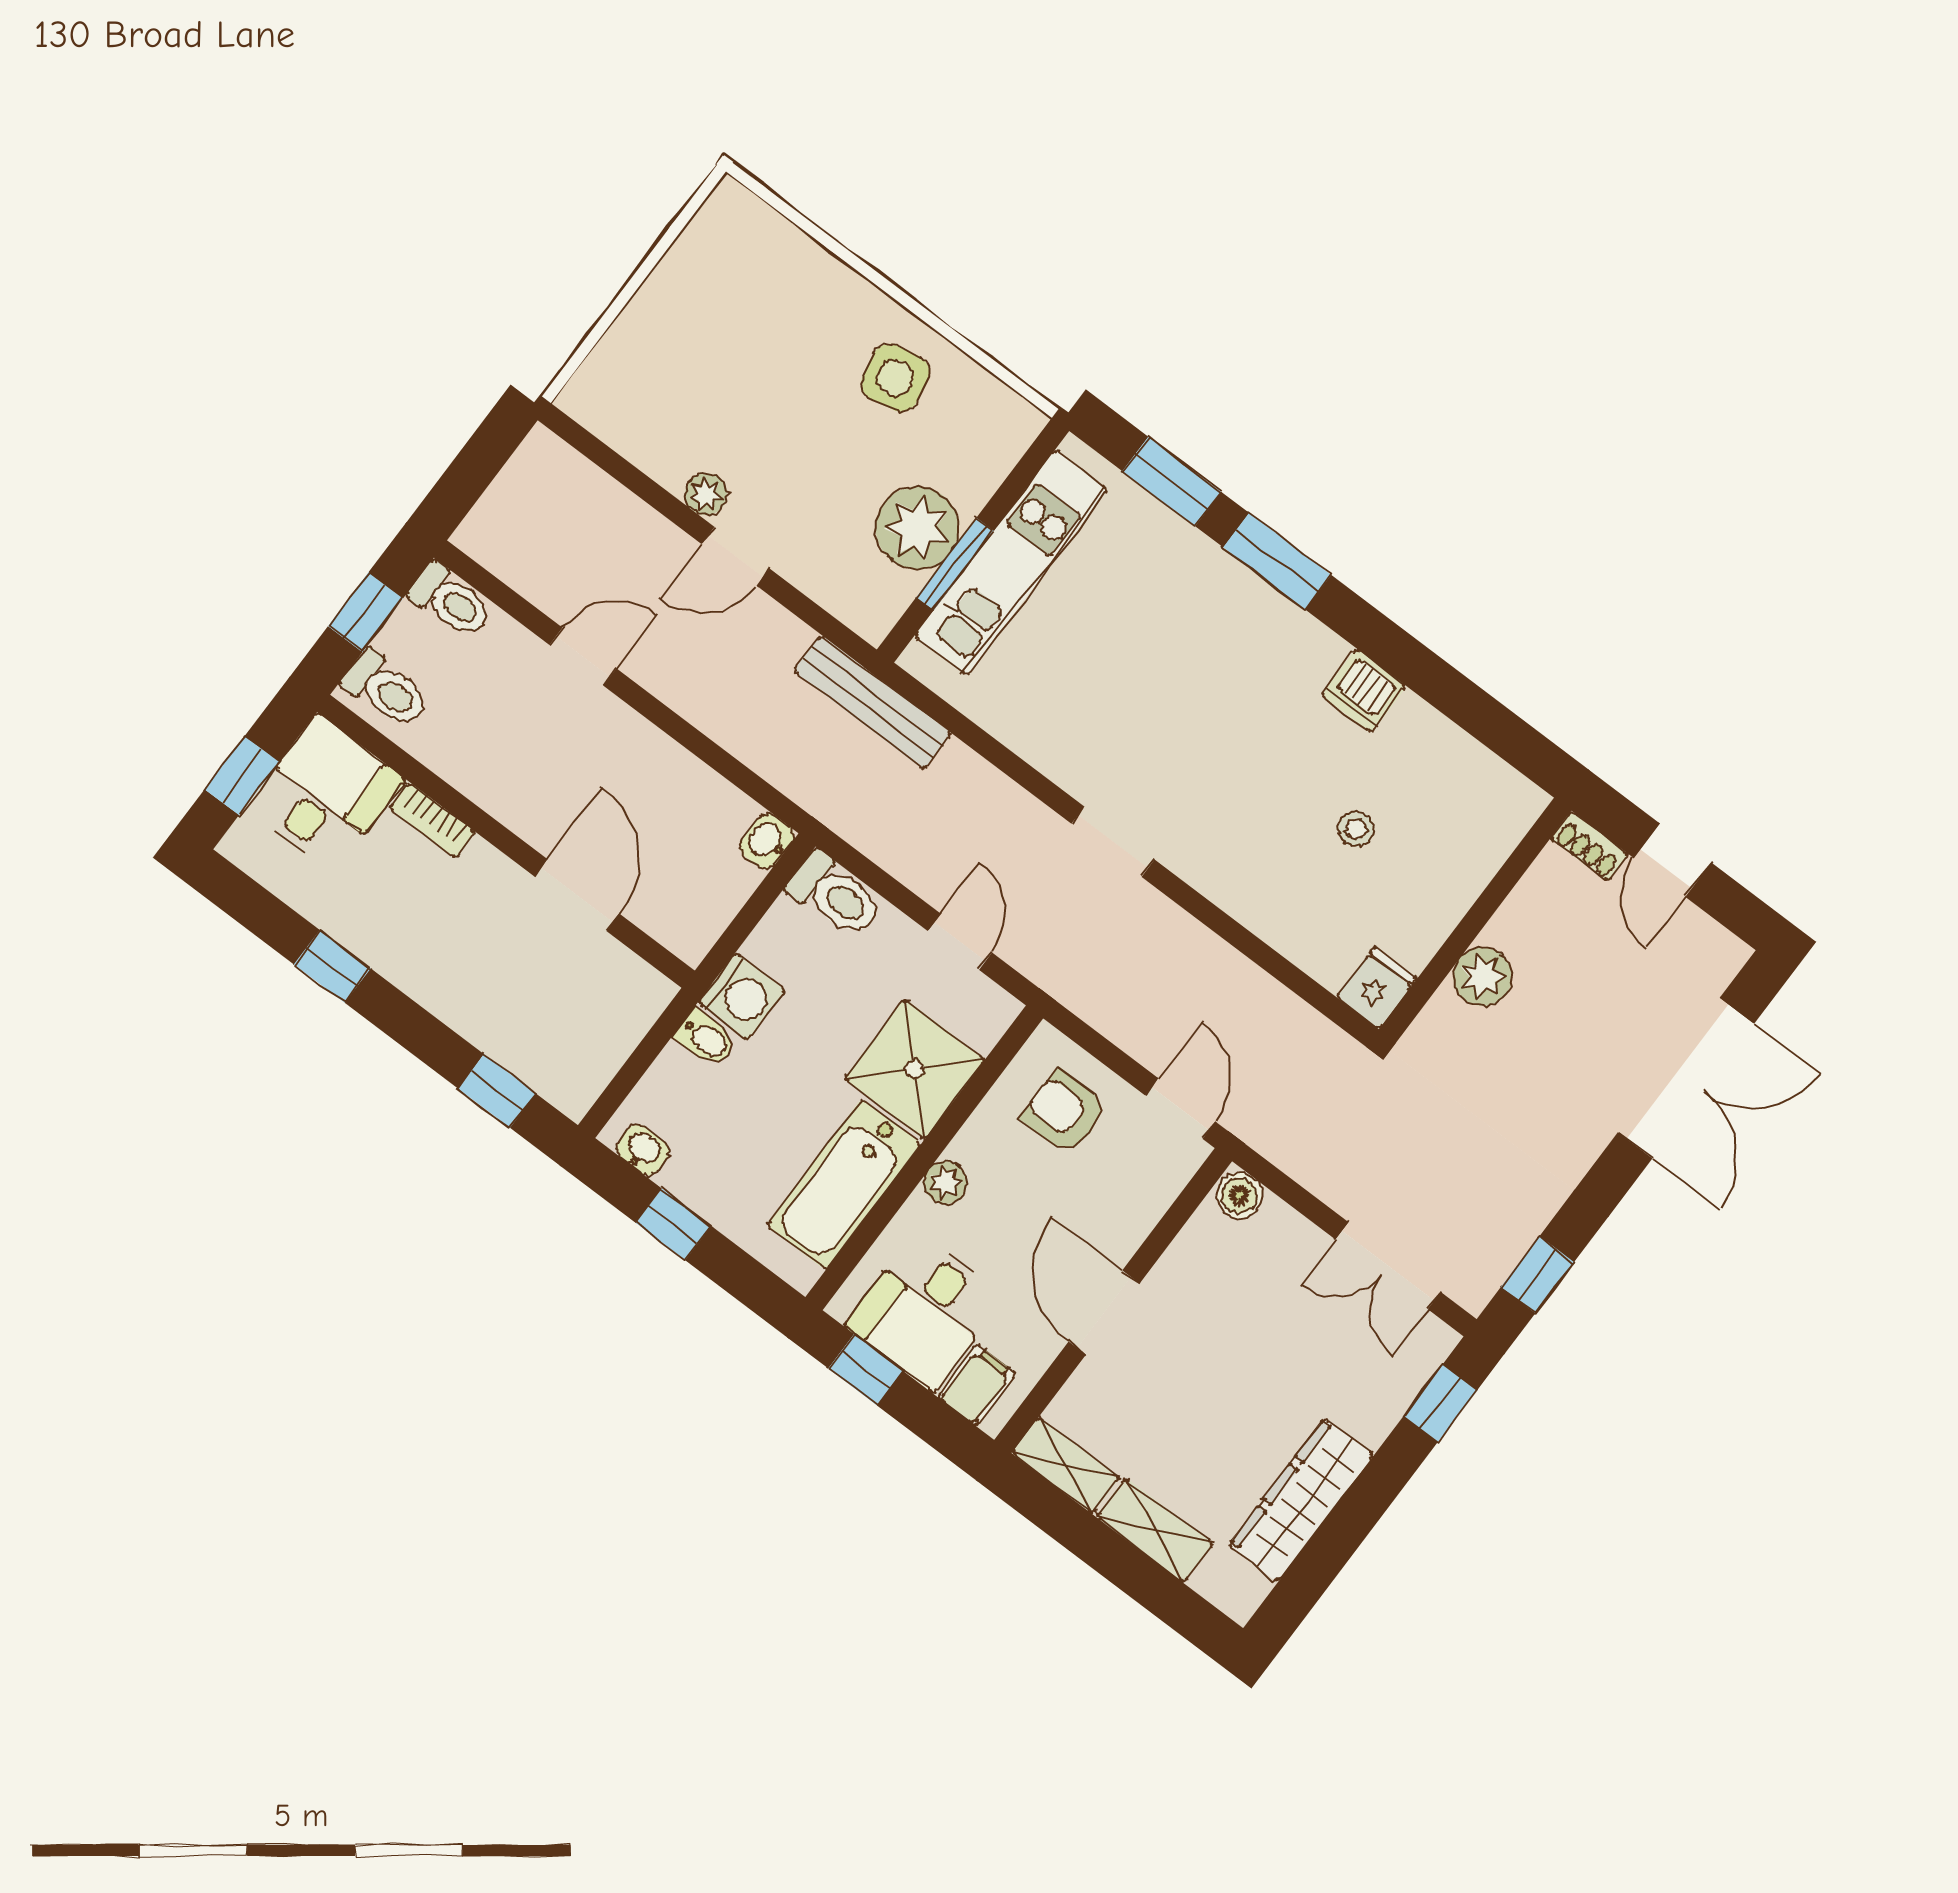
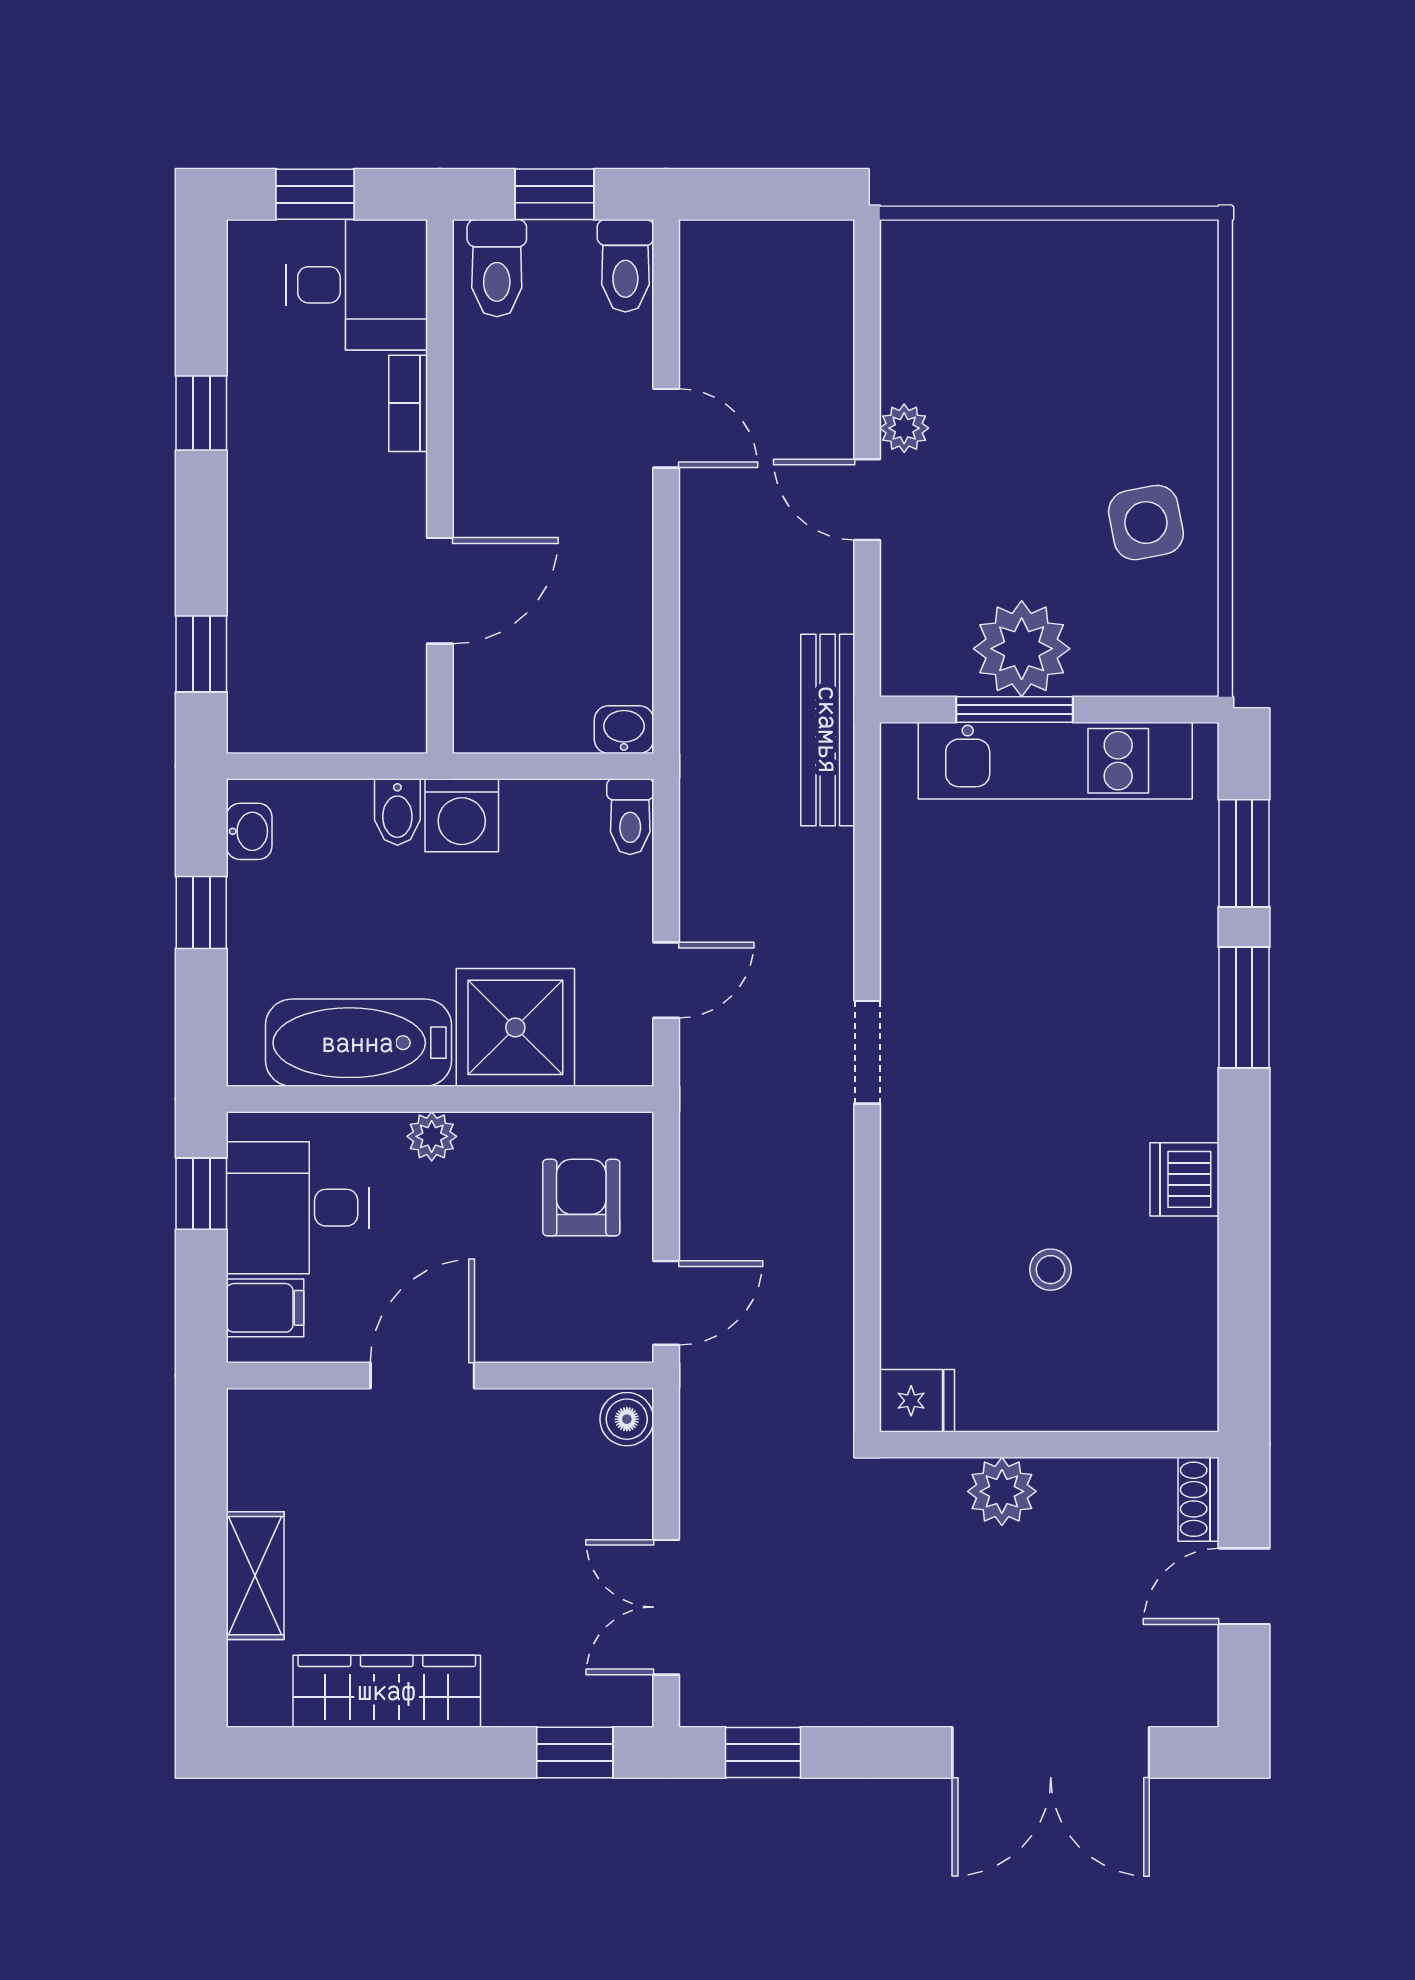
toilet: (835, 895) -> (630, 817), width x0.73, depth x0.72
shelving: (1066, 1465) -> (253, 1447), removed

